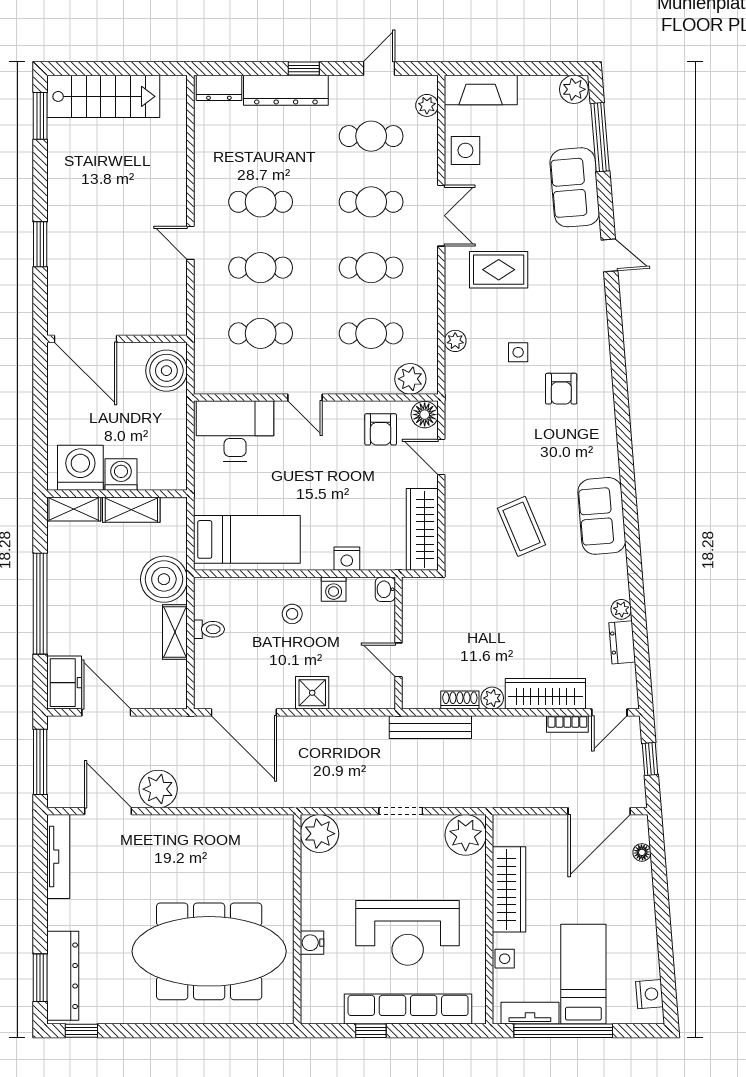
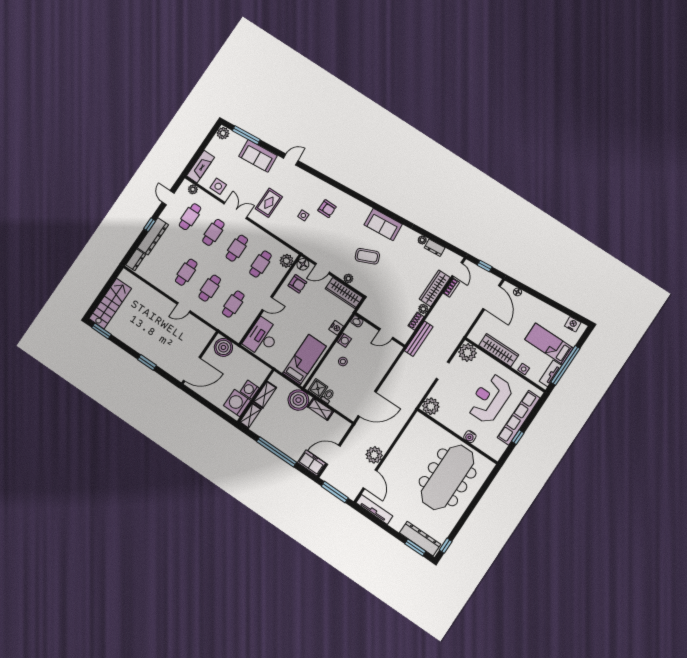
plant: (455, 341) -> (348, 278), moved
shower: (312, 693) -> (318, 389), moved
door: (108, 811) -> (370, 479), swing flipped
reception desk: (408, 933) -> (490, 399), turned 180

